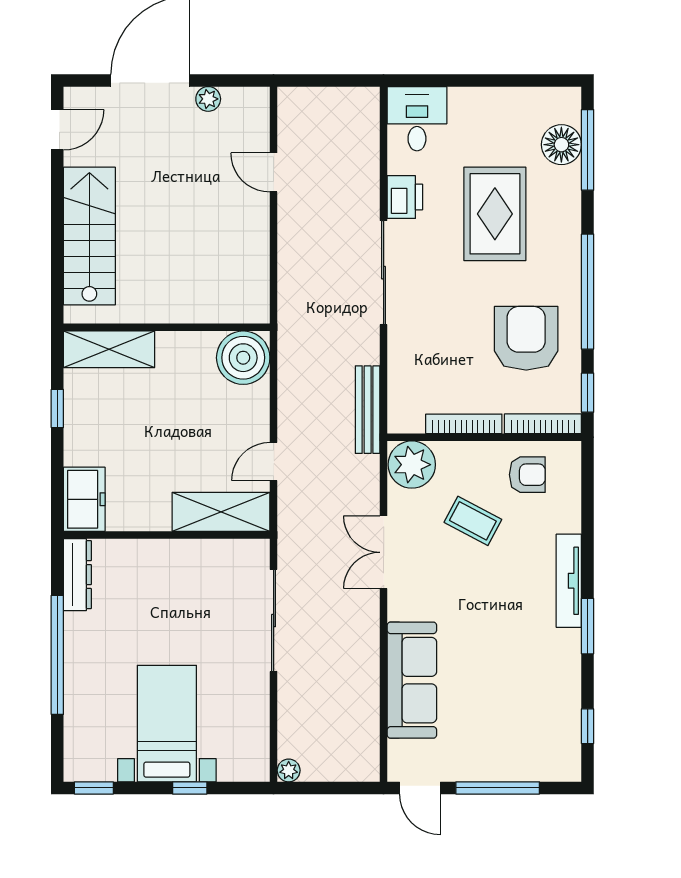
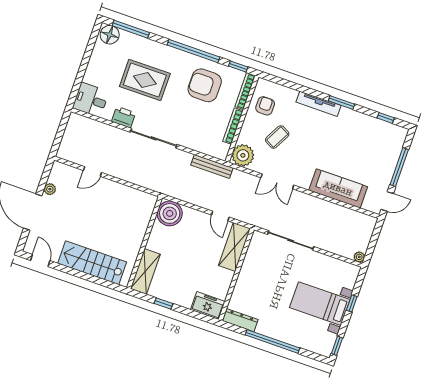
floor lamp: (561, 145) -> (110, 35), moved

